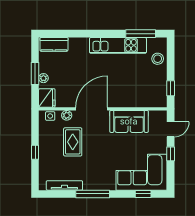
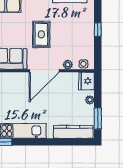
kitchen counter: (54, 44) -> (73, 132), width x1.50
window: (35, 74) -> (98, 118), moved
rug: (73, 142) -> (41, 34), moved

